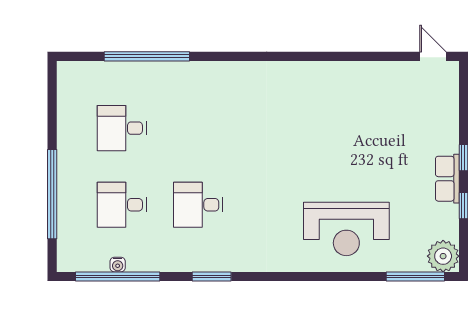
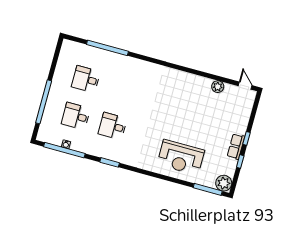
plant: (381, 73) -> (218, 87), added

